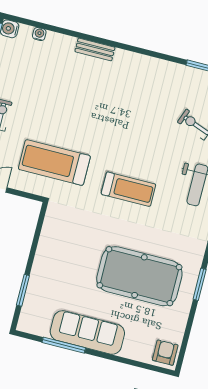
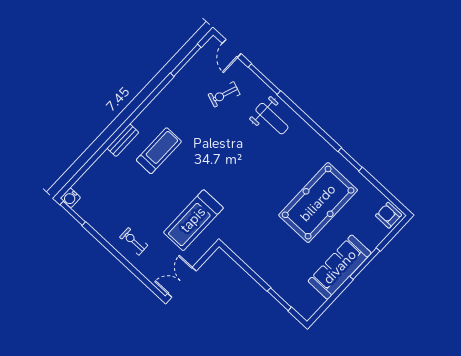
water cooler: (39, 34) -> (87, 177), removed
treadmill: (128, 189) -> (159, 151), moved
window: (64, 345) -> (365, 264), moved

